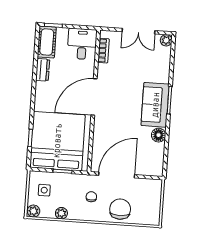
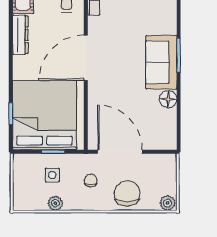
dresser: (43, 70) -> (20, 35), width x1.44
door: (117, 175) -> (120, 152), hinge flipped
side table: (44, 190) -> (52, 175), moved
plant: (34, 211) -> (168, 203), moved

